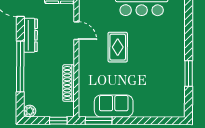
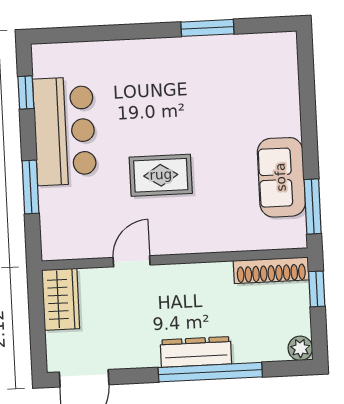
dresser: (31, 35) -> (196, 352), moved
shoe rack: (69, 83) -> (271, 270), moved

